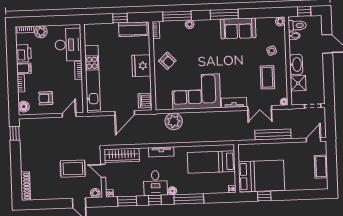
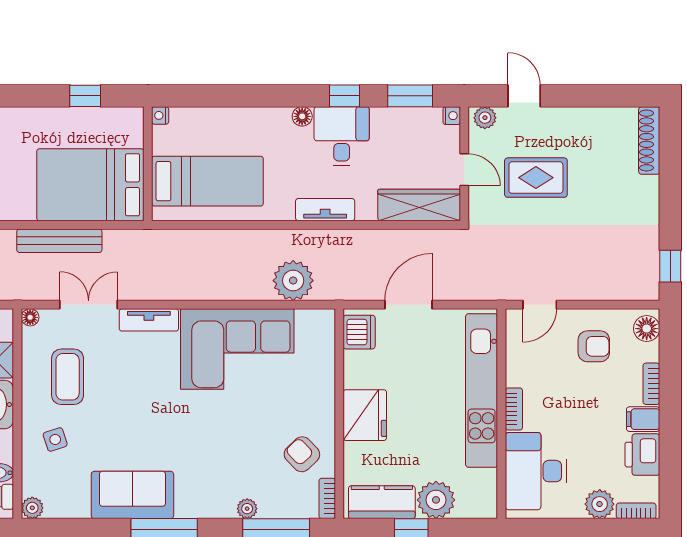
plant: (110, 31) -> (436, 500), added
armchair: (167, 61) -> (302, 454), moved
bed: (261, 176) -> (90, 185), moved
window: (189, 199) -> (264, 96), removed

